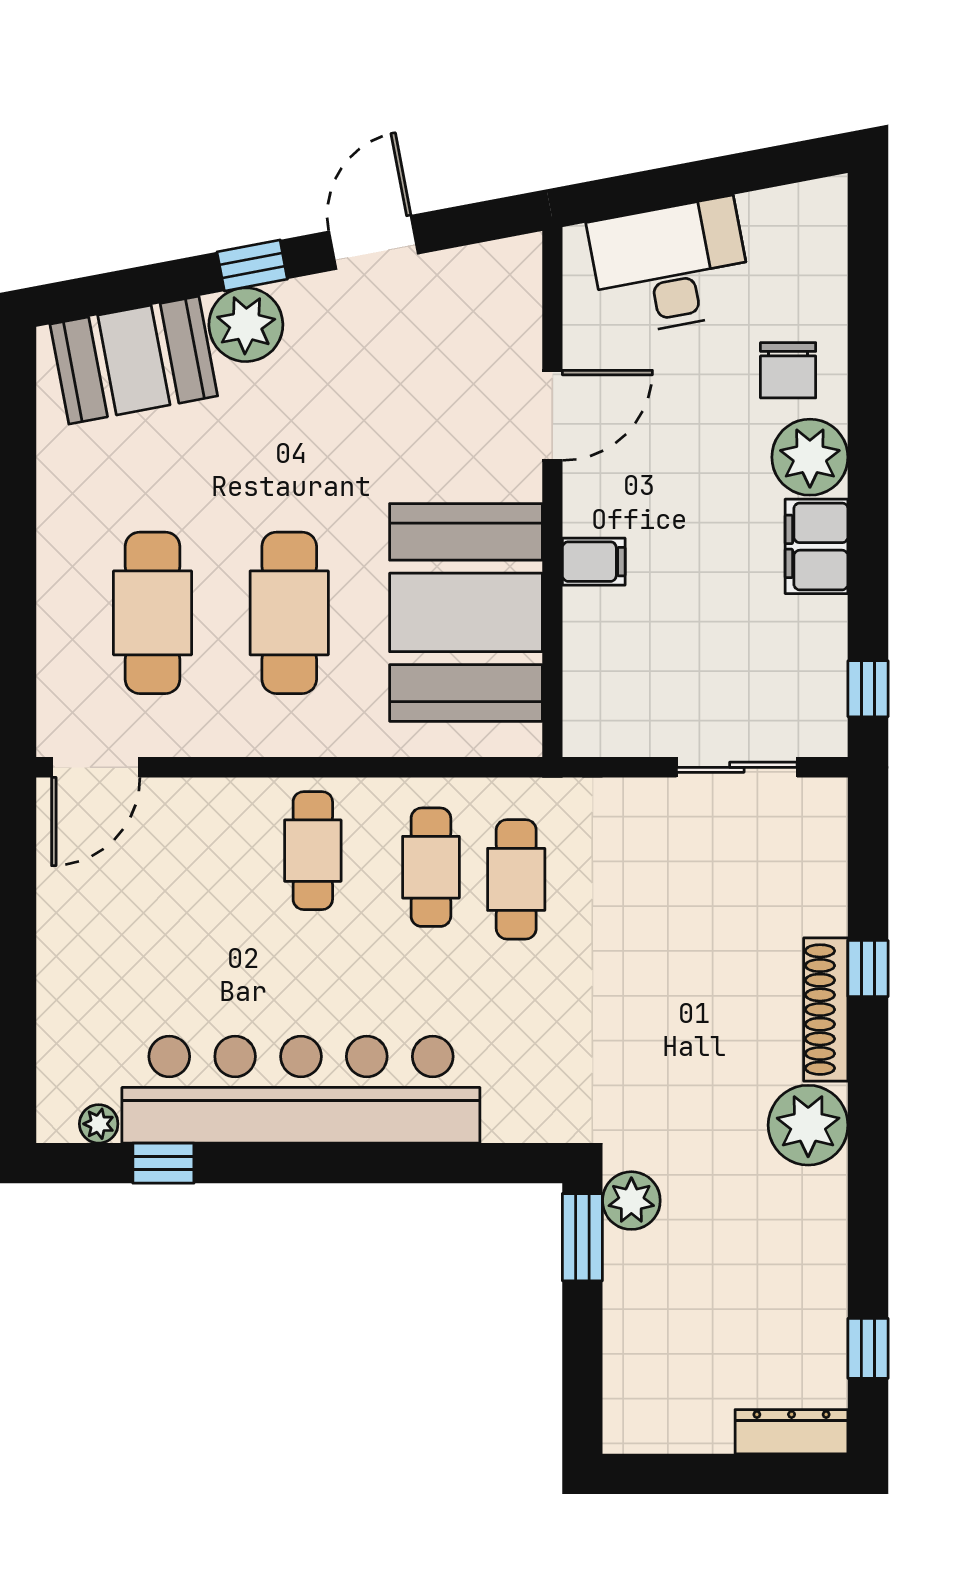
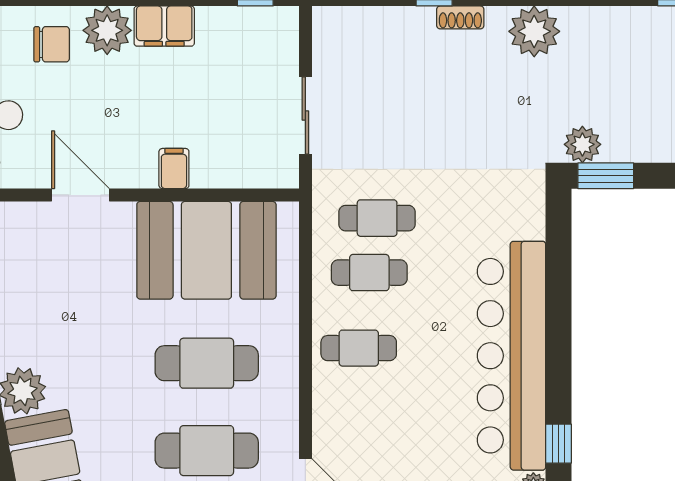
sliding door: (737, 767) -> (305, 116), moved
shoe rack: (826, 1010) -> (460, 17), width x0.51, depth x0.81

